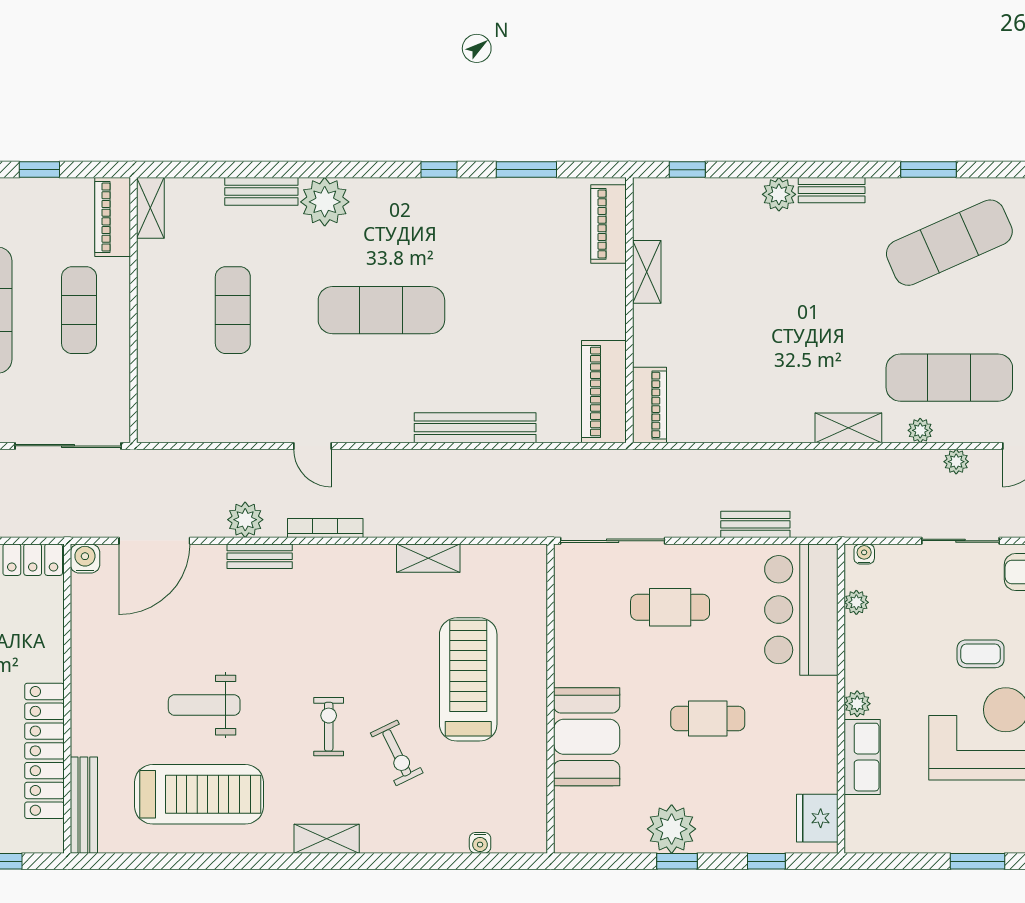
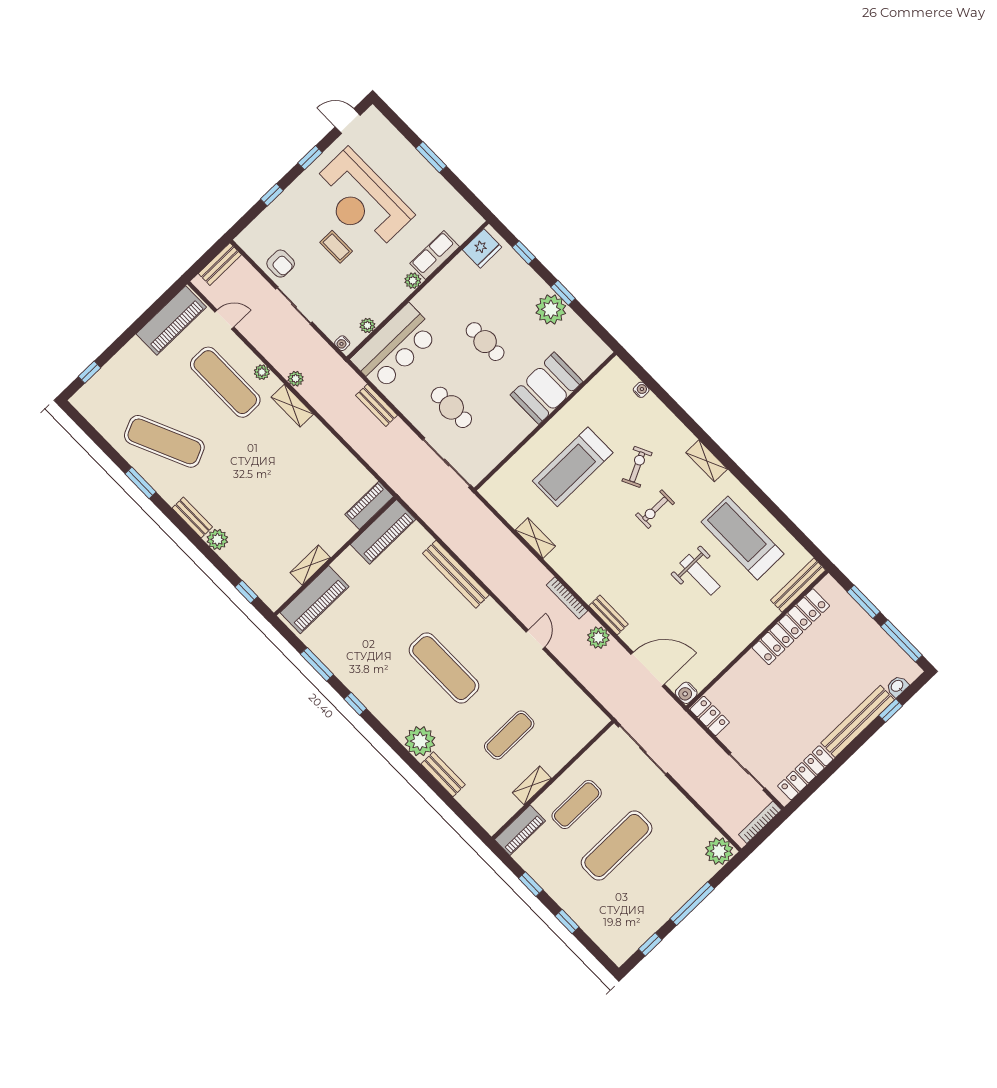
shelving: (150, 208) -> (532, 785), moved
piano: (609, 224) -> (314, 600), width x1.37, depth x1.33
plant: (956, 462) -> (296, 379), moved

